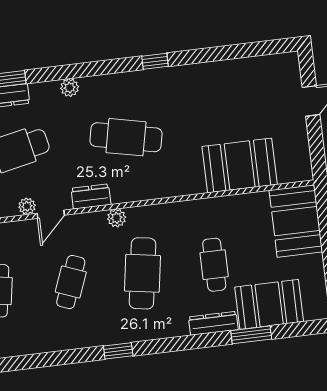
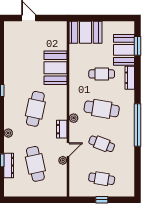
booth: (240, 165) -> (56, 68), moved
door: (51, 214) -> (68, 149), hinge flipped
window: (251, 335) -> (137, 46), moved
window: (118, 351) -> (137, 125), width x3.17

